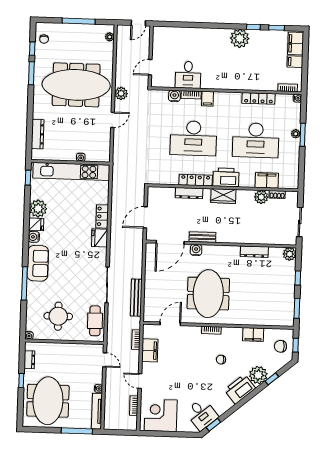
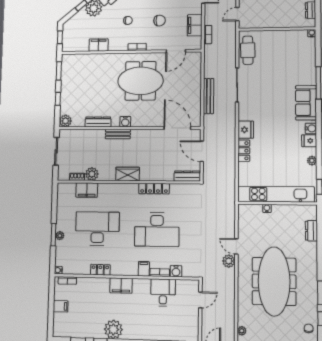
filing cabinet: (296, 44) -> (121, 286), moved, turned 90
meeting table: (76, 85) -> (274, 281), turned 90
plant: (121, 93) -> (229, 261), moved
locker: (259, 98) -> (100, 270), width x0.66
door: (113, 120) -> (236, 246), hinge flipped
dresser: (38, 134) -> (311, 231), width x0.70
desk: (193, 138) -> (157, 230), turned 180
printer: (226, 177) -> (125, 192), removed
dresser: (189, 193) -> (187, 176), moved
plant: (38, 208) -> (312, 161), width x0.53, depth x0.53
door: (145, 217) -> (202, 151), swing flipped
bench: (202, 237) -> (118, 134), moved
door: (170, 242) -> (177, 128), hinge flipped
water cooler: (196, 250) -> (125, 122), moved
meeting table: (208, 294) -> (140, 81), turned 90
bench: (136, 298) -> (209, 96), moved
round table: (58, 316) -> (284, 53), removed
chair: (280, 346) -> (160, 21), moved
door: (105, 360) -> (237, 14), hinge flipped

